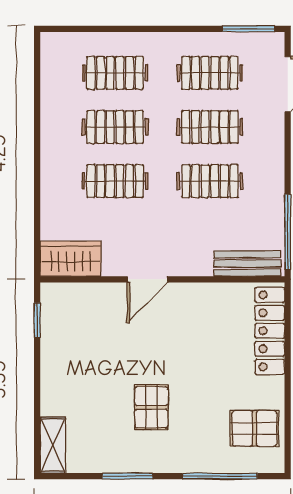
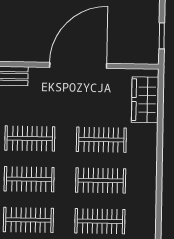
wardrobe: (71, 259) -> (145, 100), moved, turned 90
door: (147, 279) -> (78, 65), width x1.88

